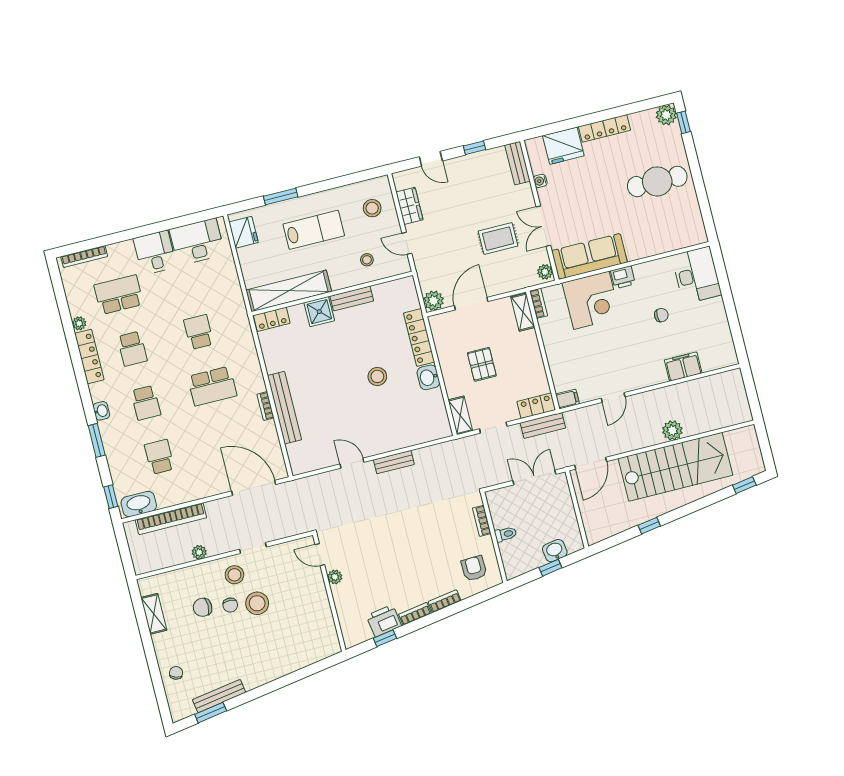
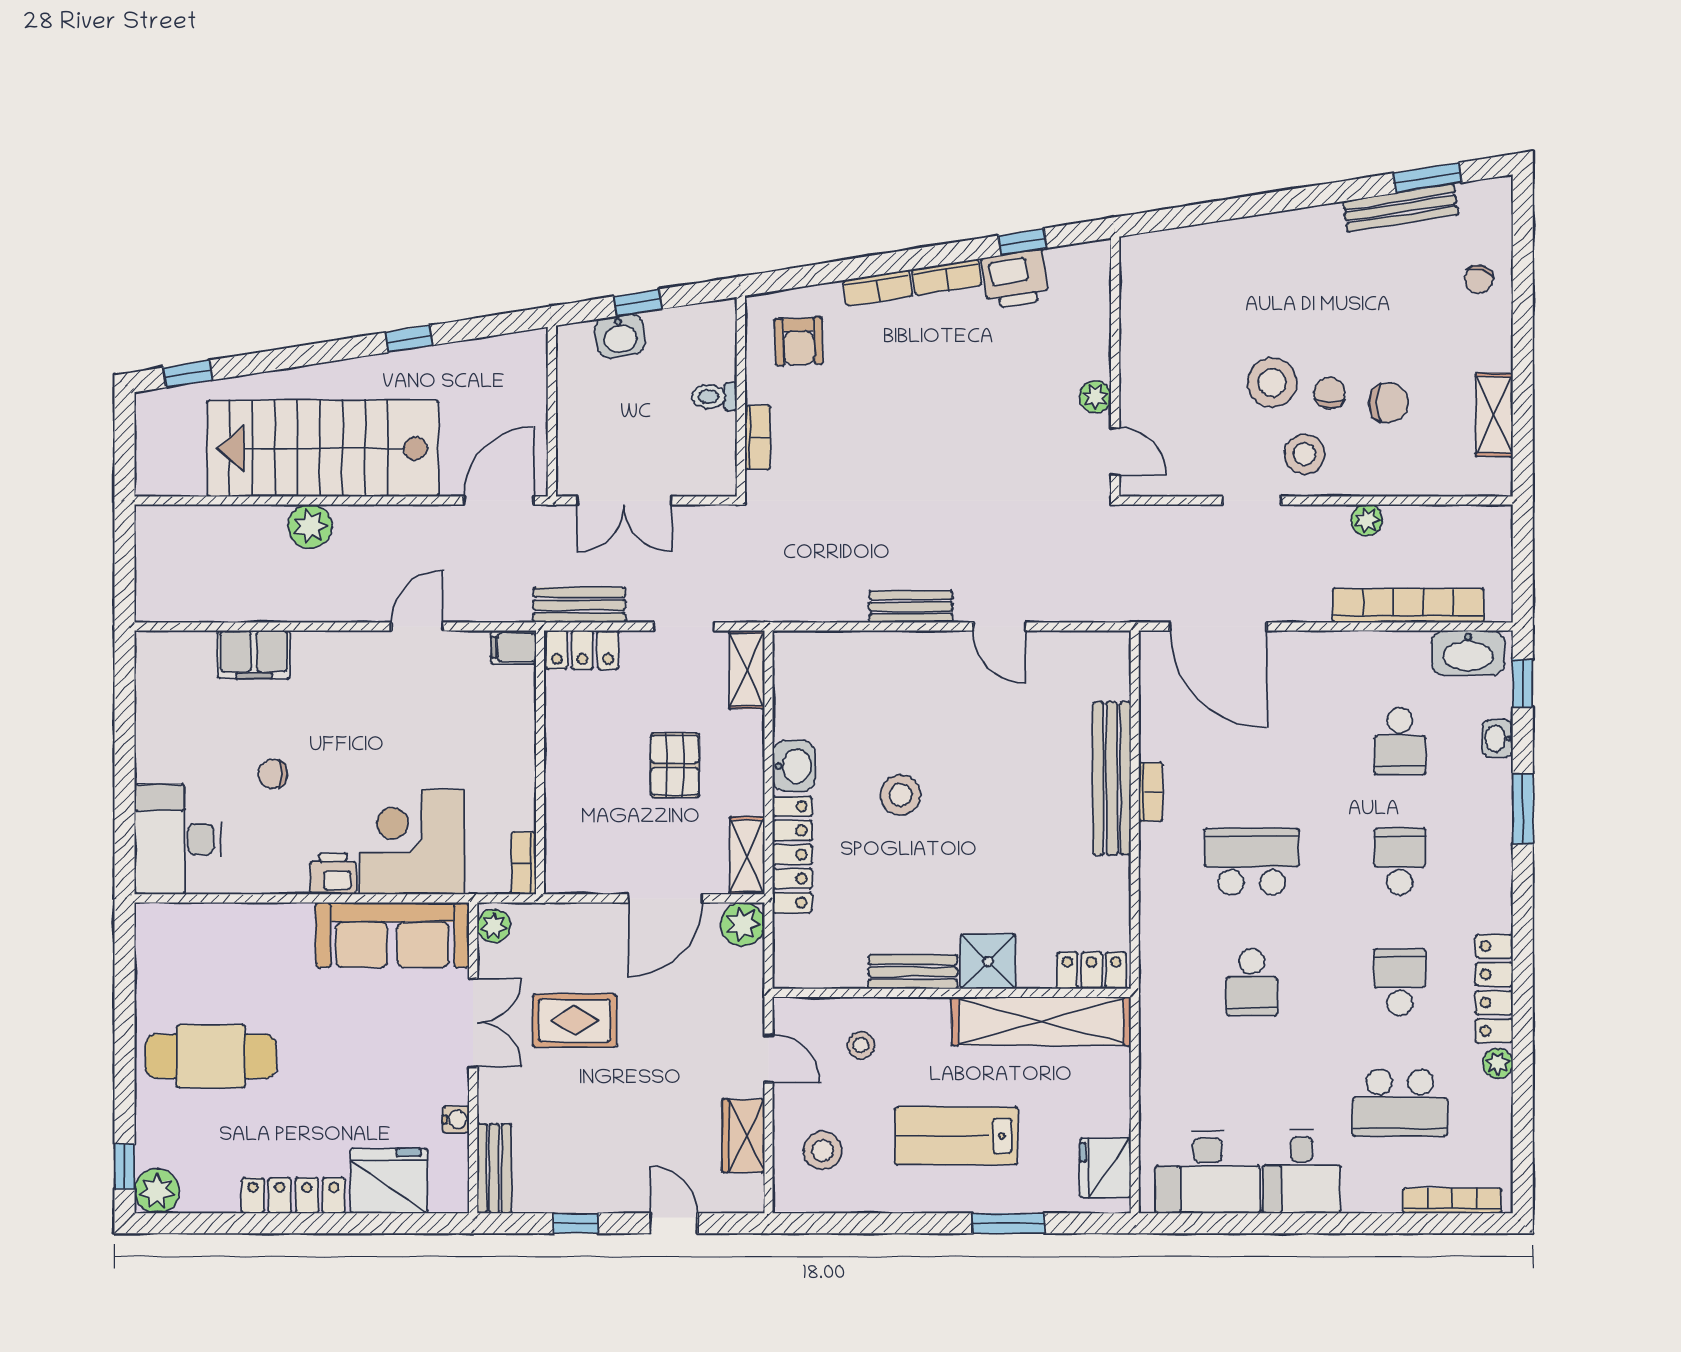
shelving: (523, 312) -> (747, 856), moved
washbasin: (101, 411) -> (1497, 738), moved

